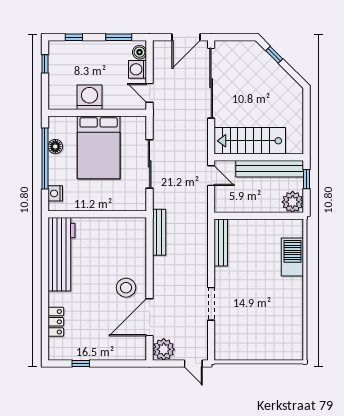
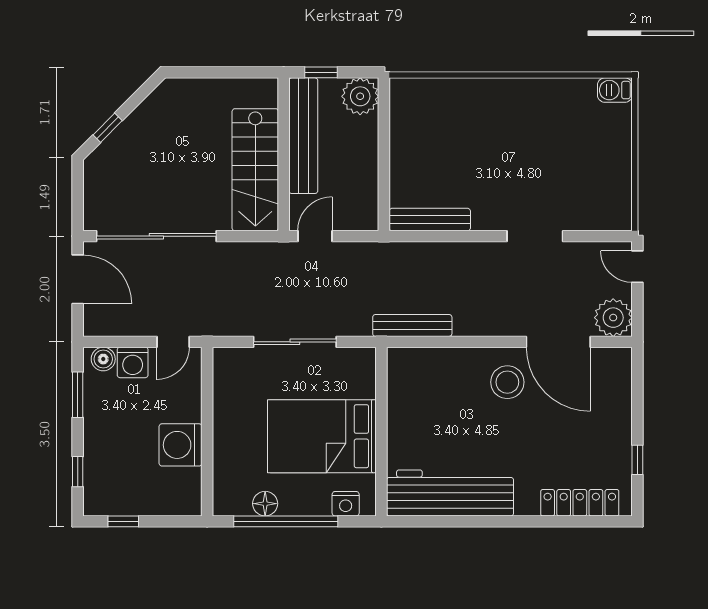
bed: (99, 147) -> (322, 436), moved, turned 180
barbecue: (292, 257) -> (615, 90), moved, width x0.53, depth x0.65
locker: (56, 322) -> (580, 503), width x1.53
door: (193, 363) -> (637, 267), swing flipped

